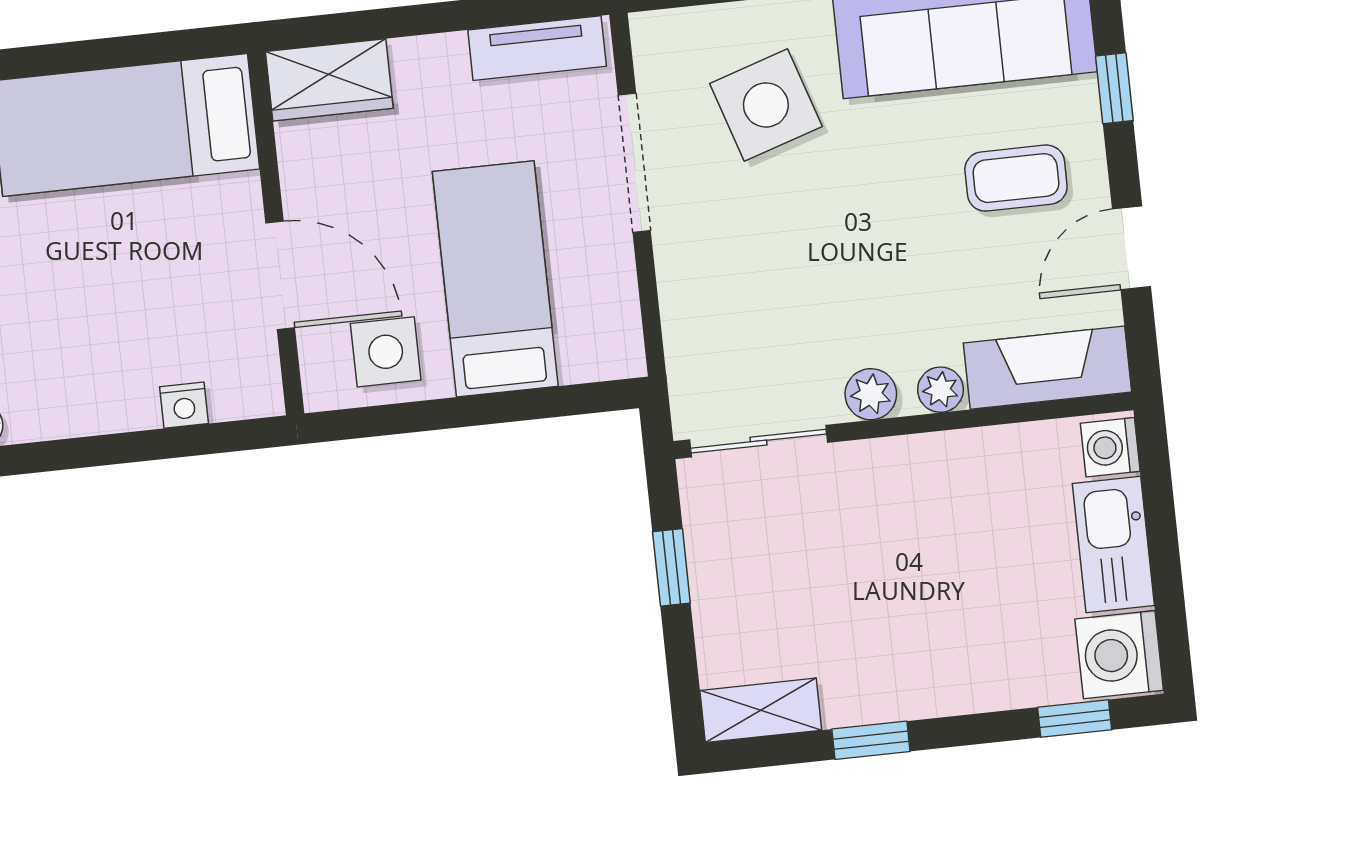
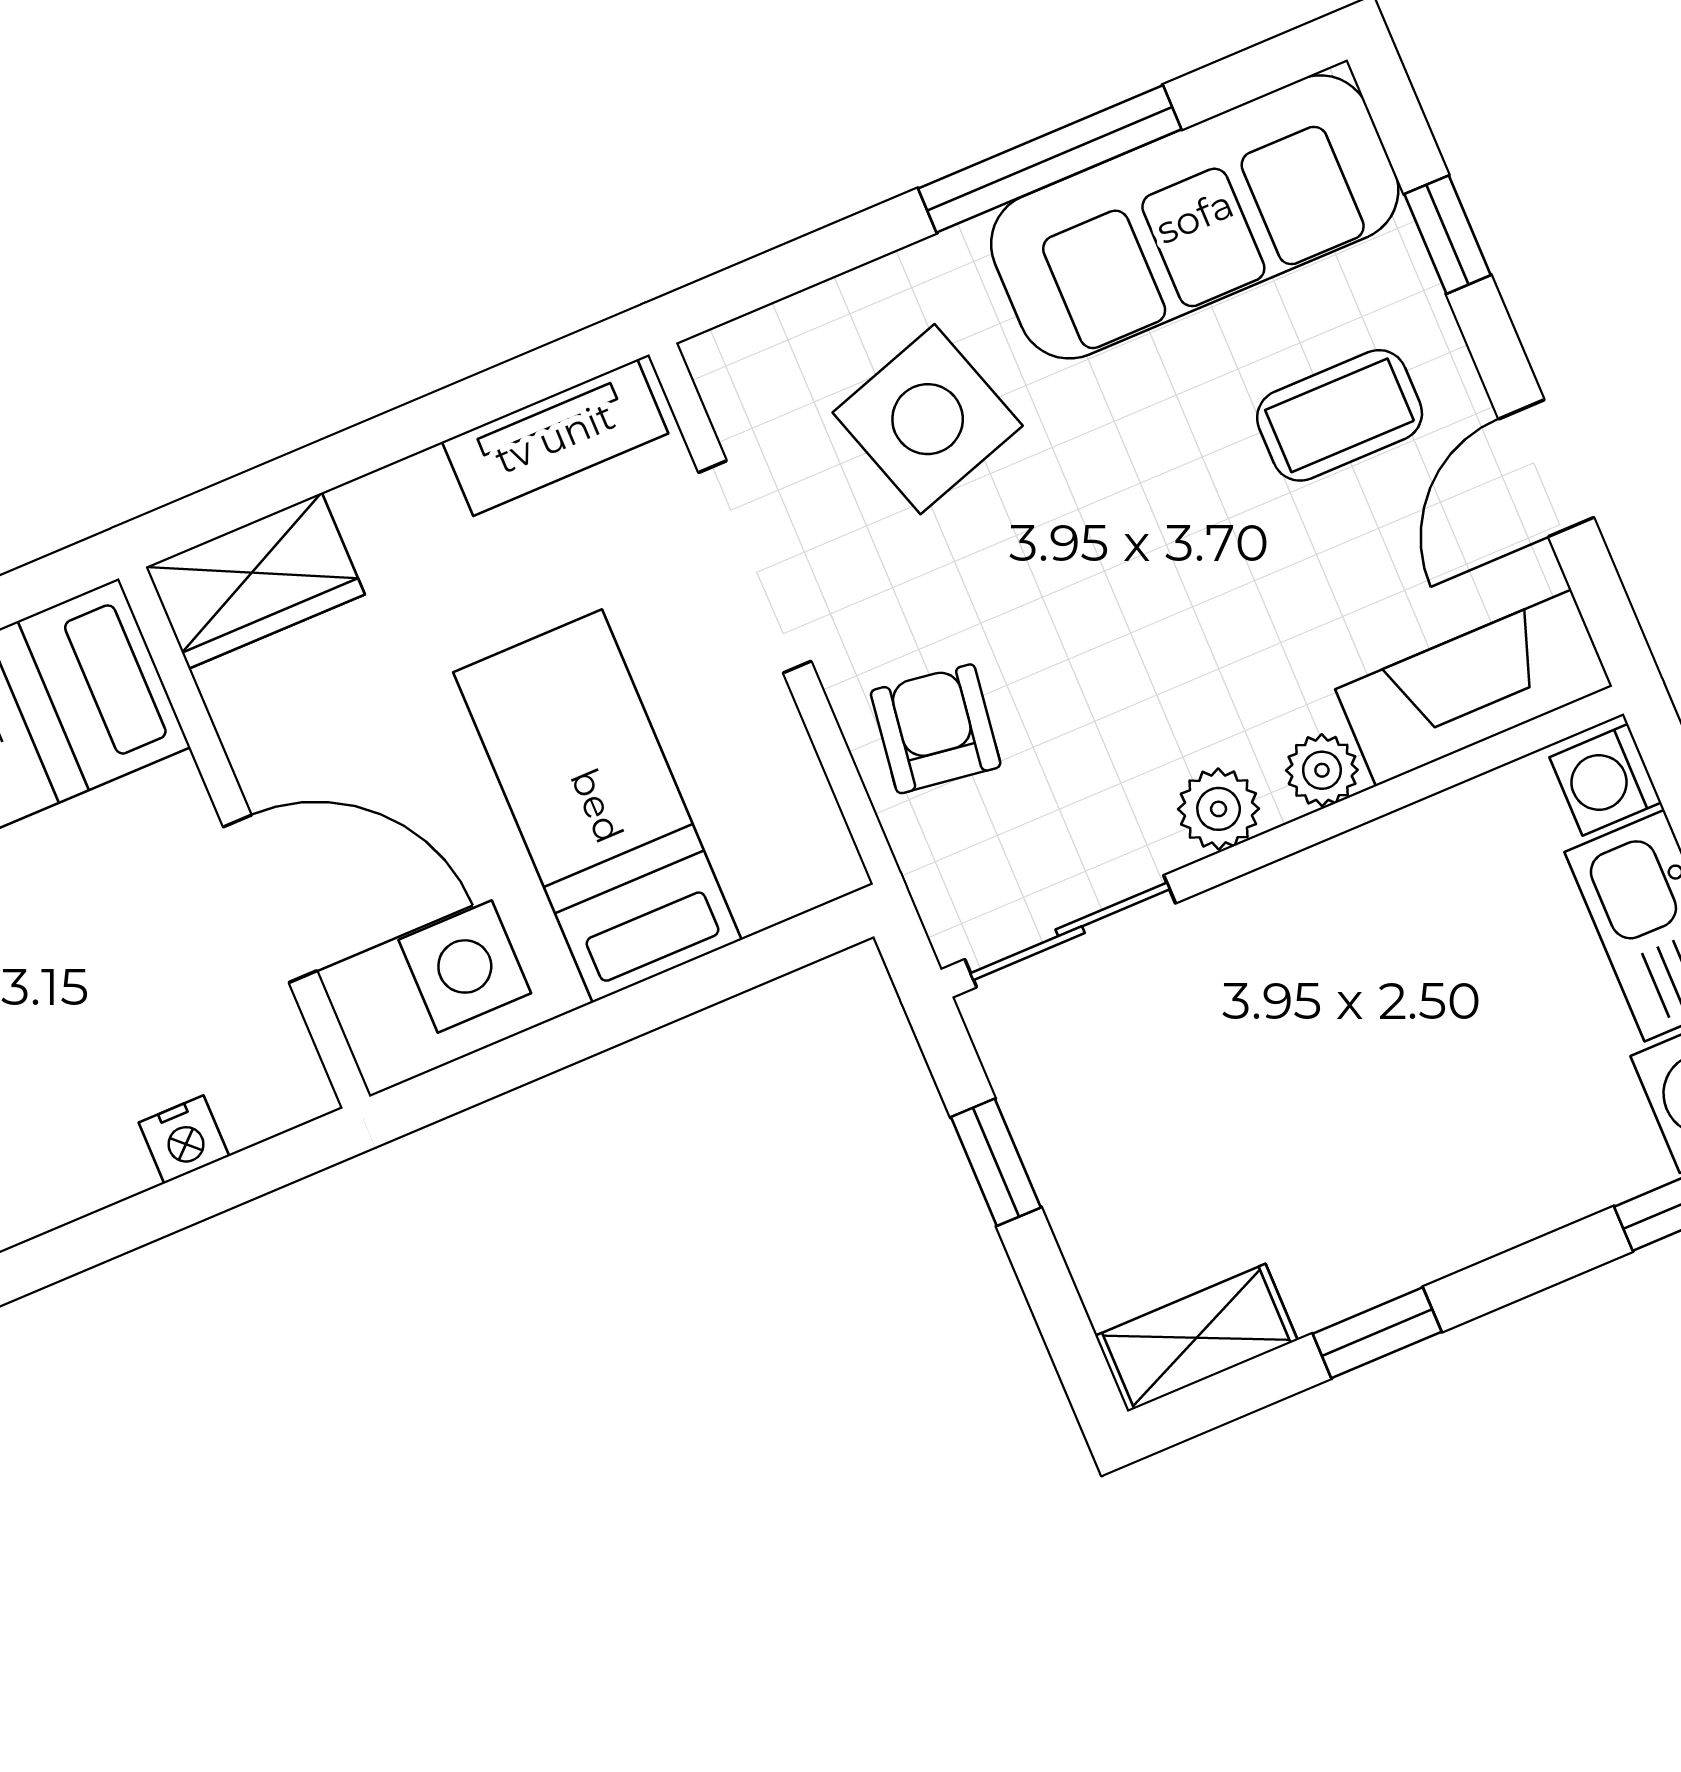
armchair: (714, 294) -> (936, 729), added

